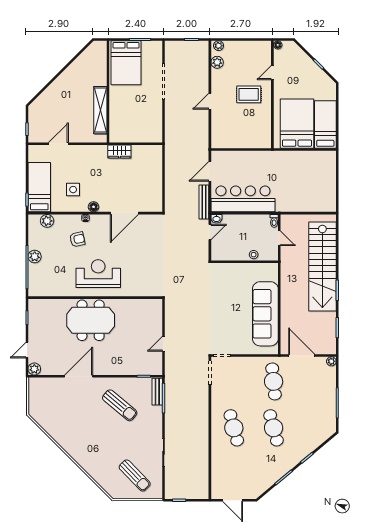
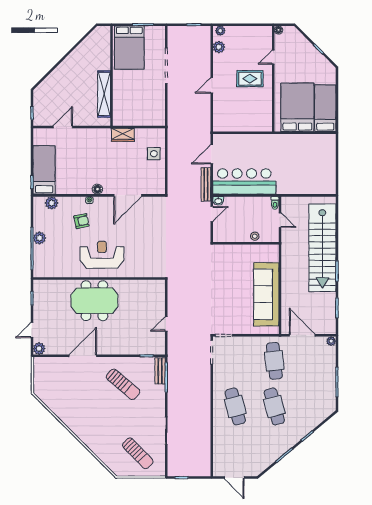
side table: (73, 190) -> (154, 154), moved

